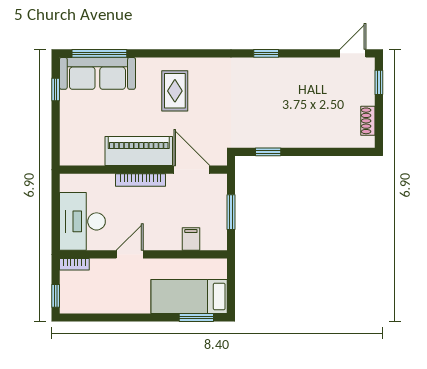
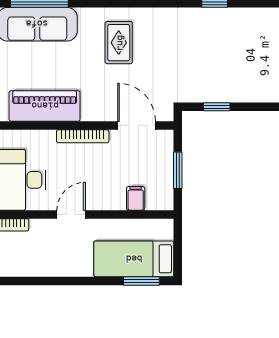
piano: (139, 151) -> (45, 106), moved

